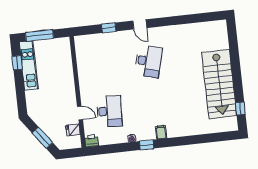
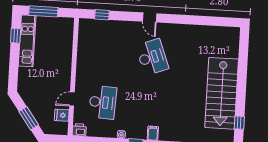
window: (109, 28) -> (102, 15), moved
desk: (148, 61) -> (152, 57), turned -36
door: (80, 113) -> (72, 99), swing flipped

